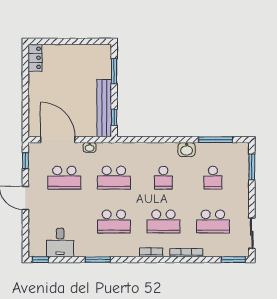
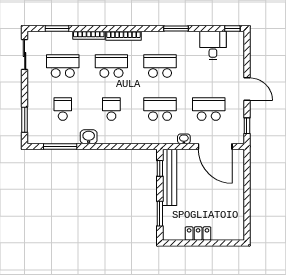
locker: (35, 58) -> (198, 234), moved, turned 90
bookcase: (151, 252) -> (123, 36), width x1.56
window: (233, 260) -> (57, 29), moved

